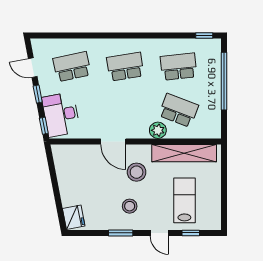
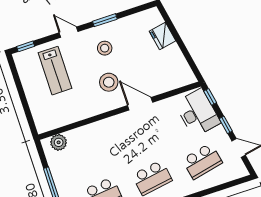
school desk: (179, 110) -> (89, 153), removed
plant: (158, 130) -> (59, 142), moved
shelving: (184, 153) -> (70, 115), removed
fridge: (74, 217) -> (162, 36), moved
window: (191, 233) -> (26, 46), moved

